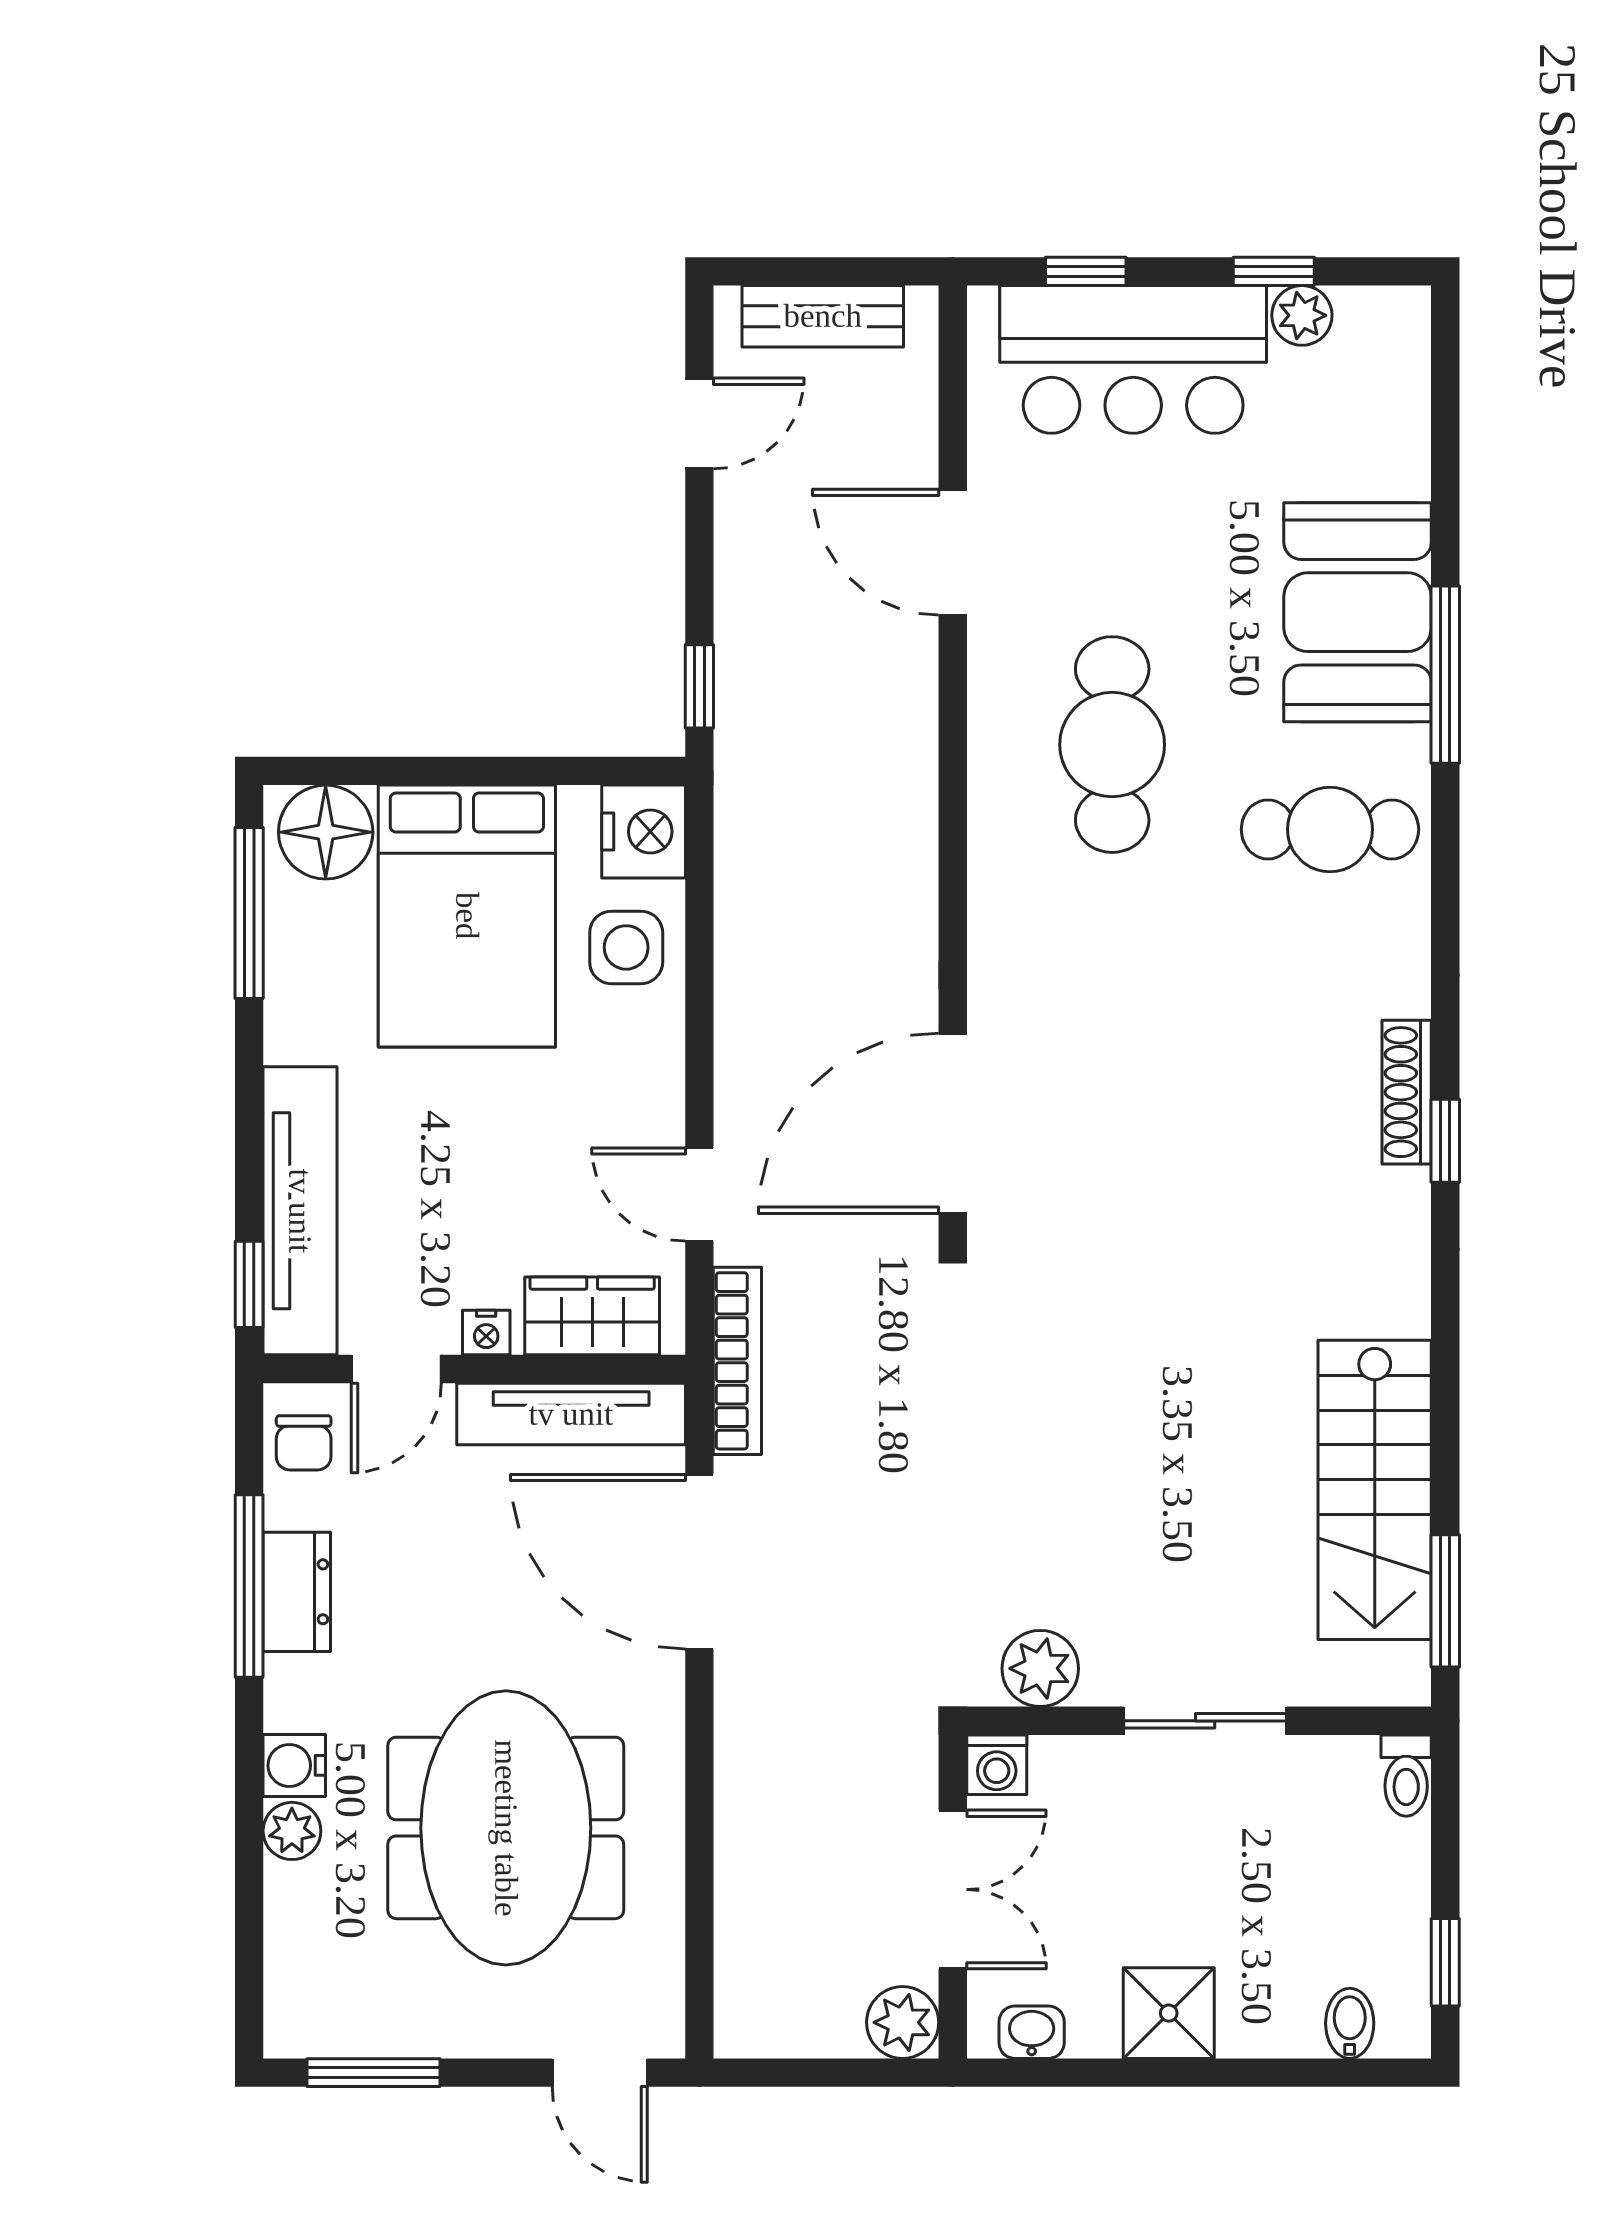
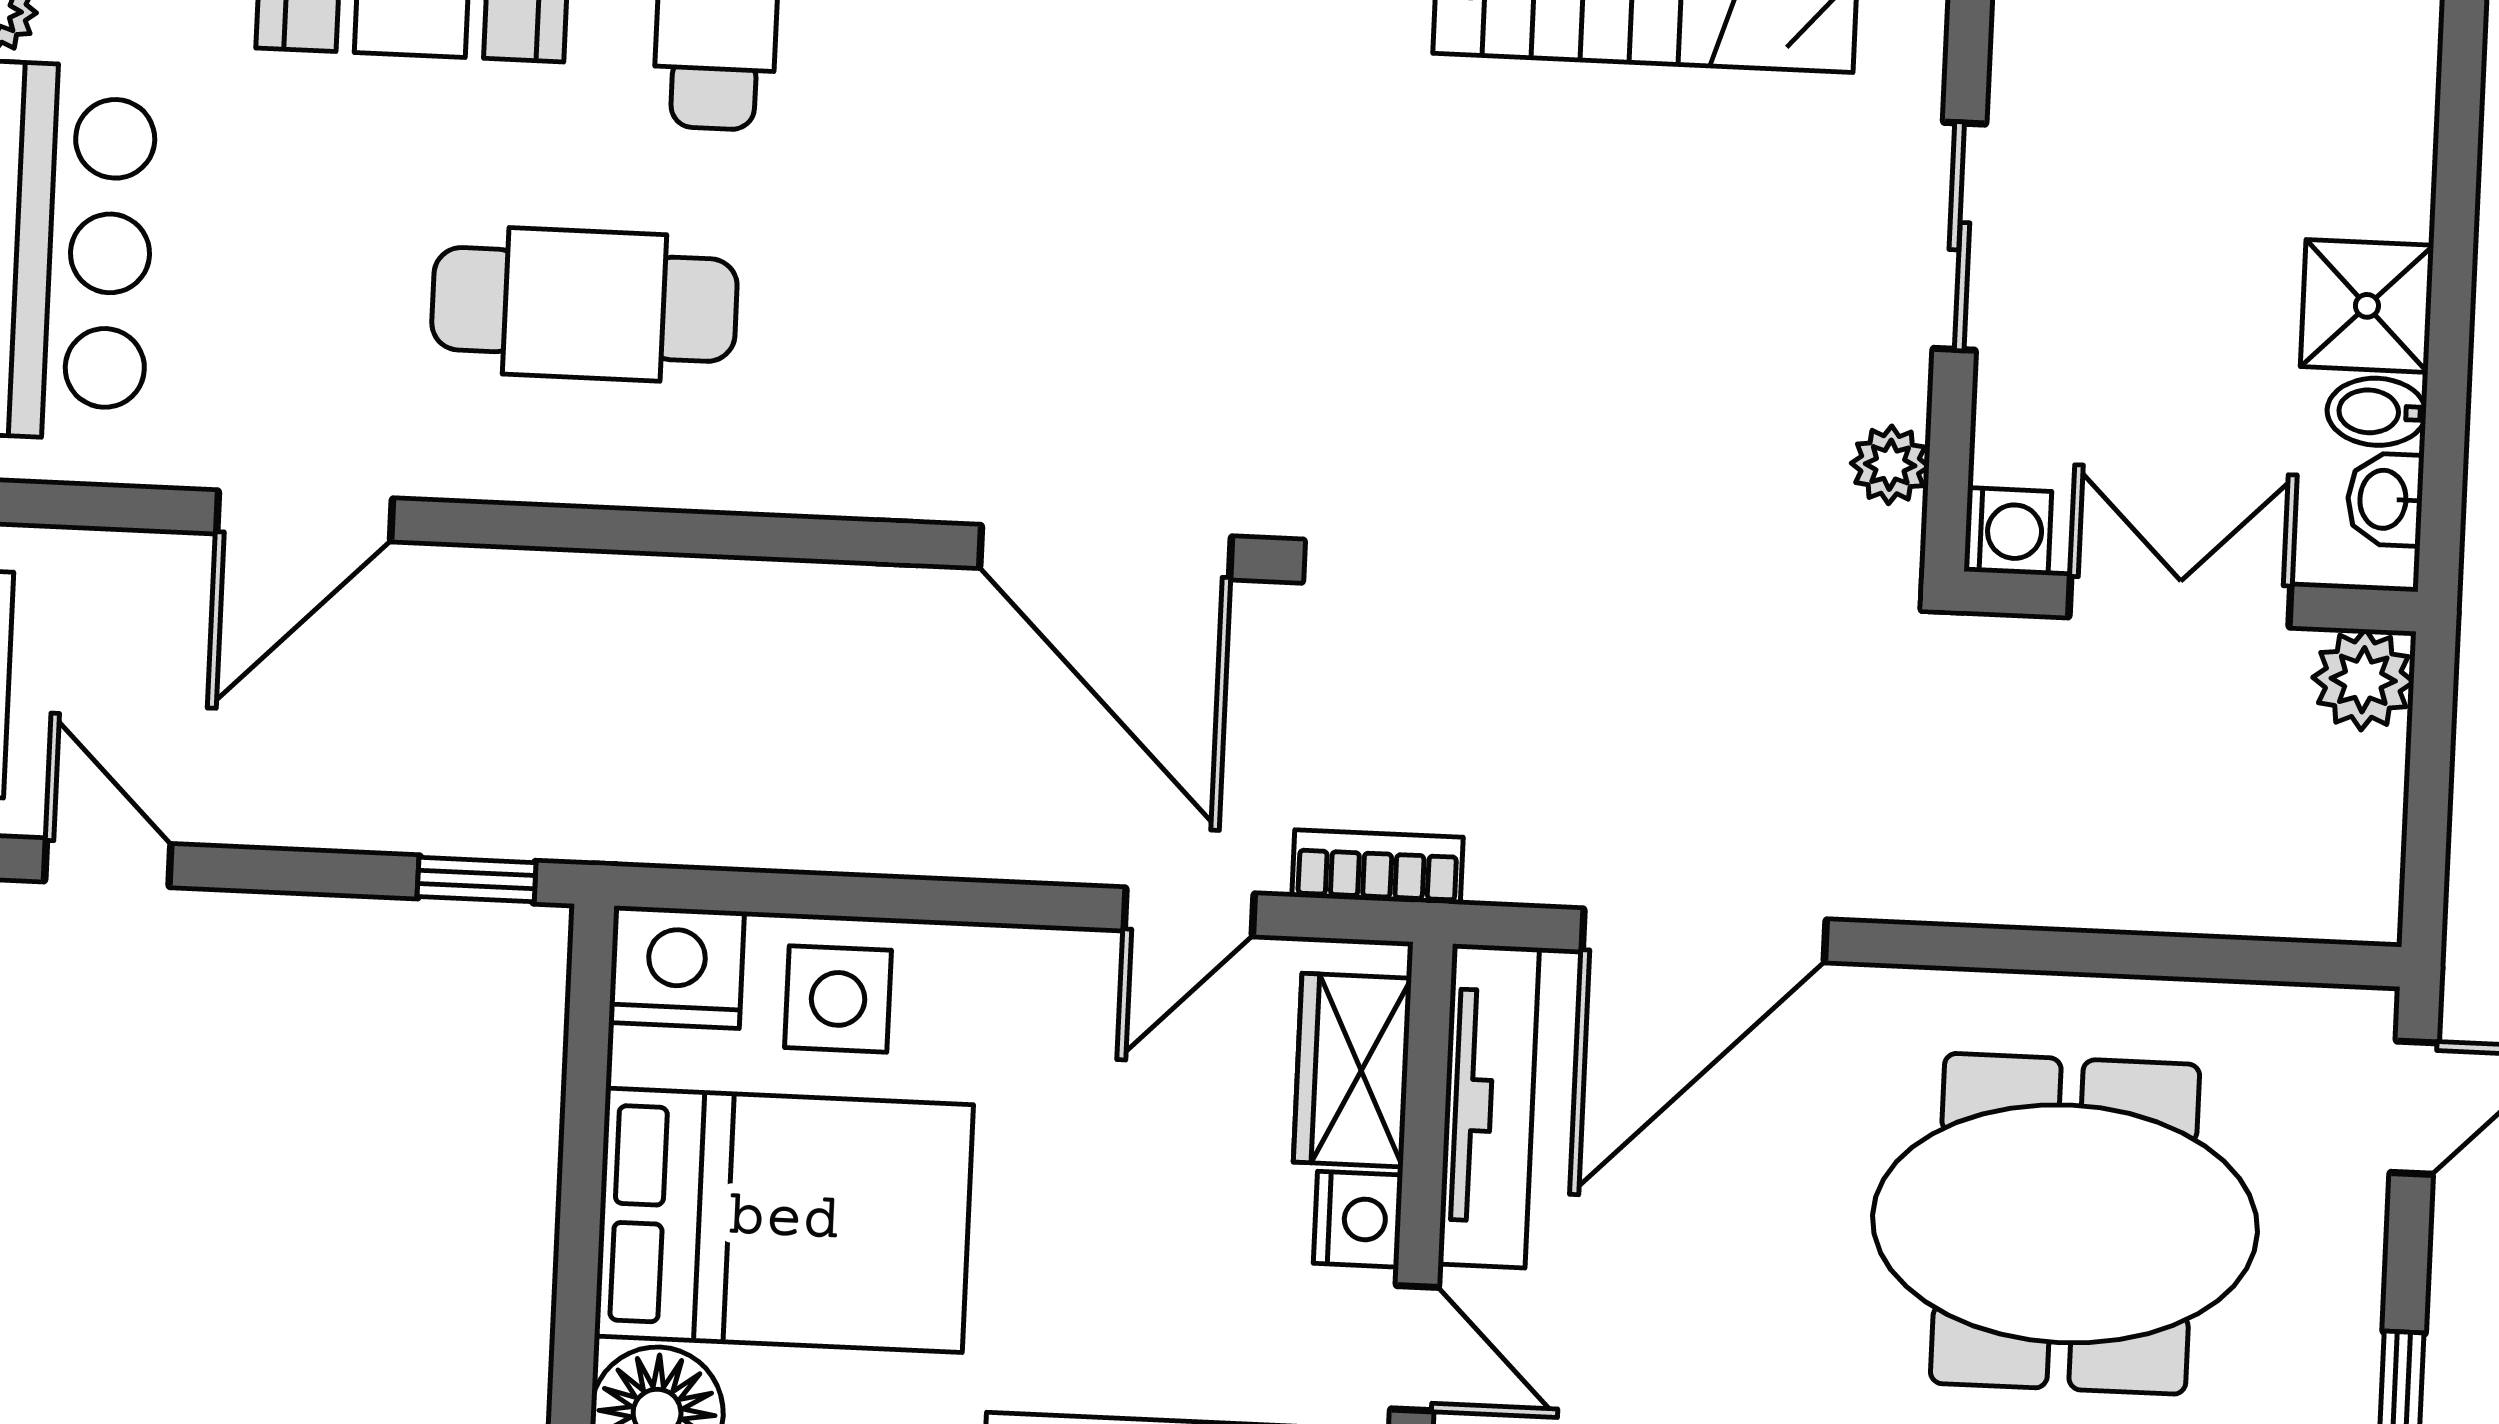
nightstand: (486, 1333) -> (1358, 1219), width x1.39, depth x1.35
bookcase: (737, 1361) -> (1378, 867), width x0.64
plant: (1040, 1668) -> (1890, 465), width x0.73, depth x0.73
bidet: (1350, 2023) -> (2377, 412), moved

